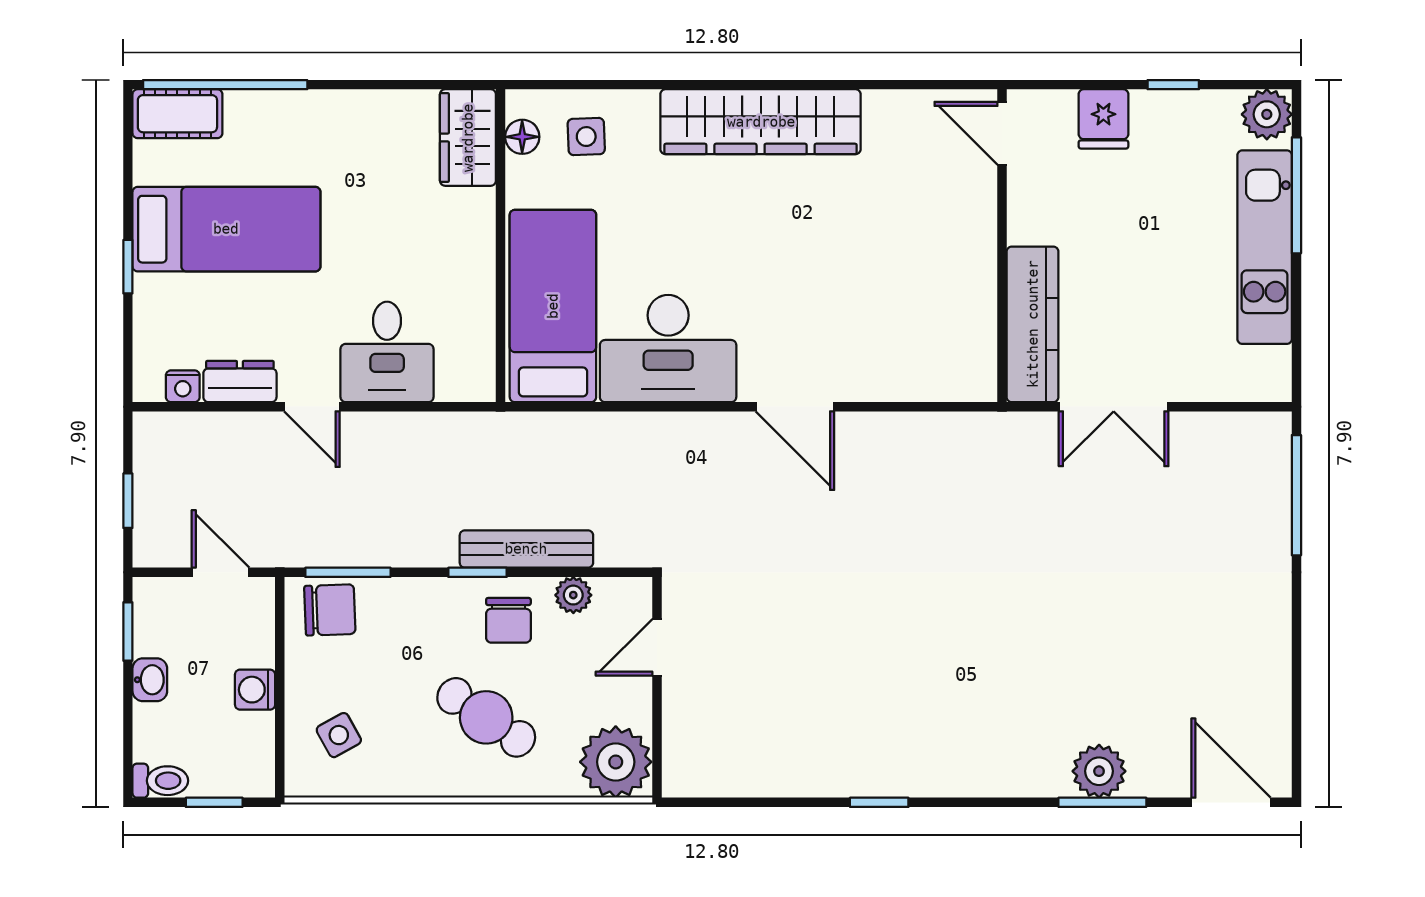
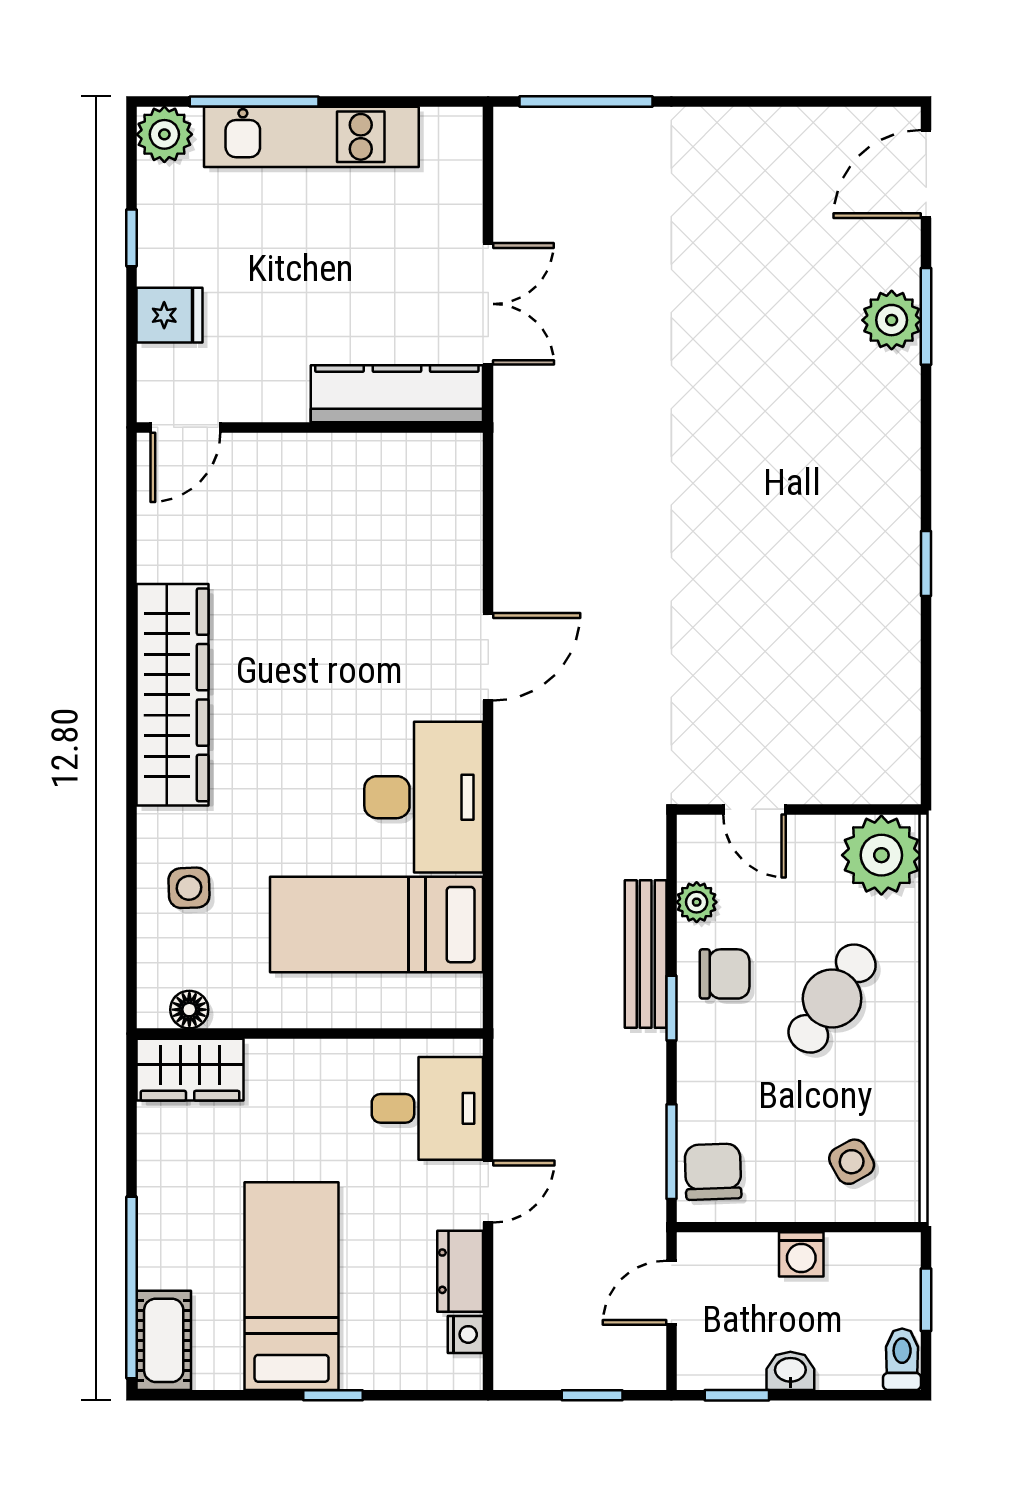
floor lamp: (522, 137) -> (189, 1010), moved
wardrobe: (468, 138) -> (190, 1070), moved
wall: (501, 246) -> (310, 1034), moved

